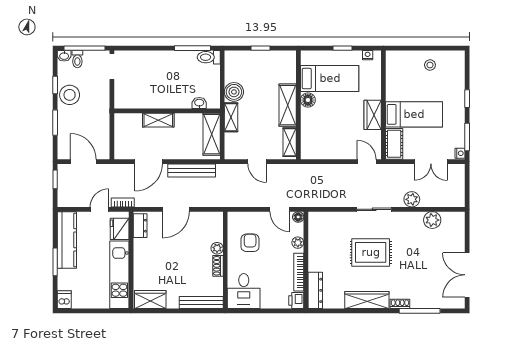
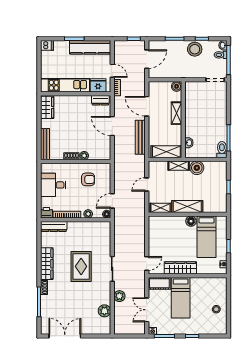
wardrobe: (373, 115) -> (180, 268), width x1.50
boiler: (121, 120) -> (177, 86), added
desk: (244, 291) -> (53, 185), moved

